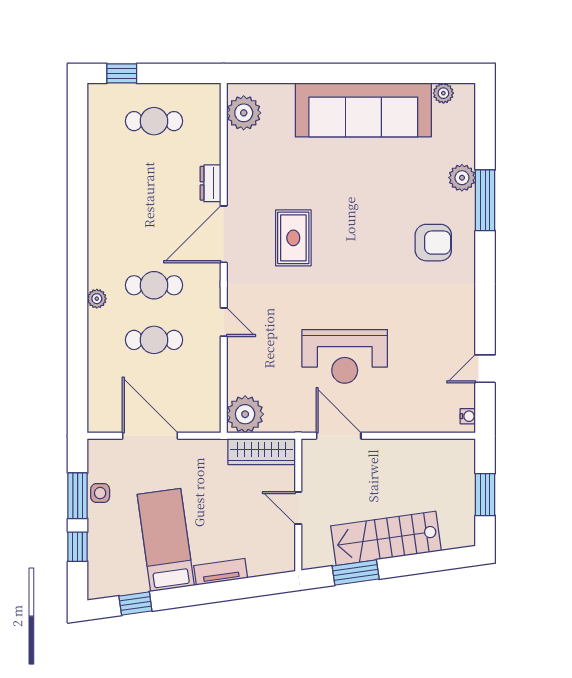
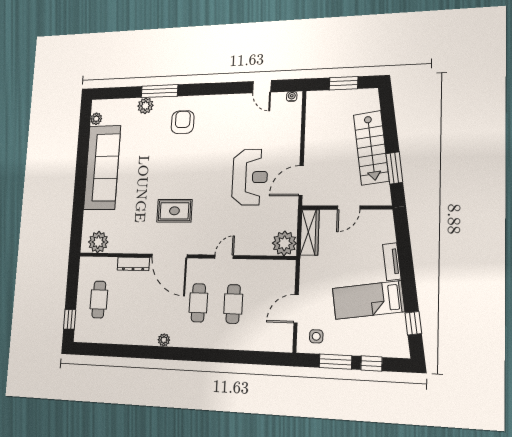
dresser: (210, 183) -> (133, 264), width x1.44
plant: (97, 299) -> (164, 340), moved
door: (150, 436) -> (296, 309), width x0.73
side table: (100, 493) -> (316, 336), moved

